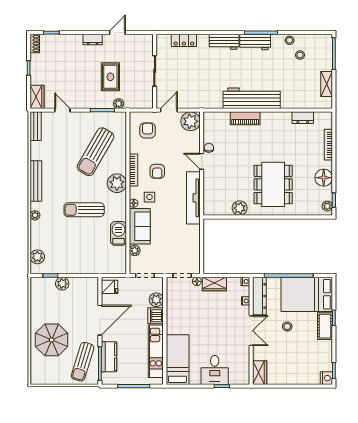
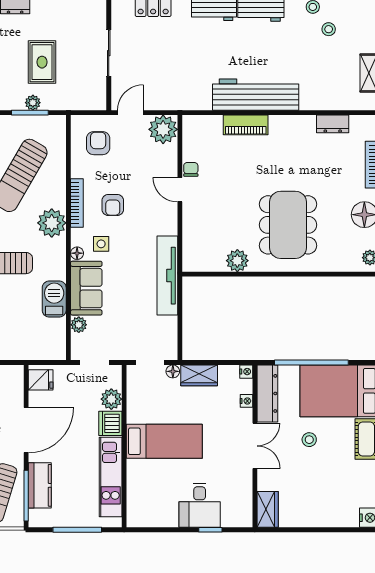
plant: (119, 104) -> (33, 103), moved
tv unit: (193, 198) -> (167, 276), moved
bed: (178, 360) -> (164, 441), moved, turned 90

